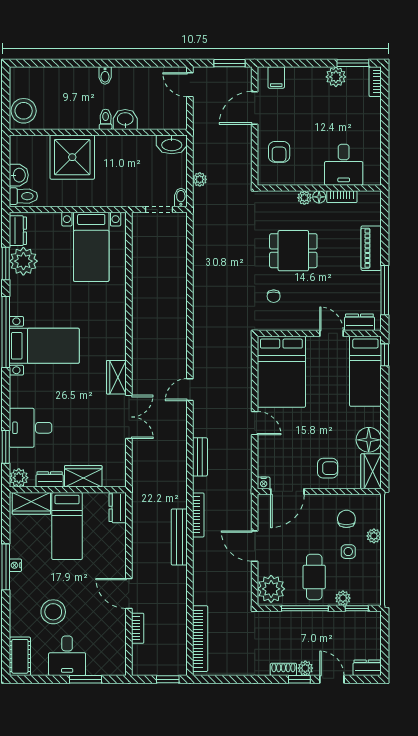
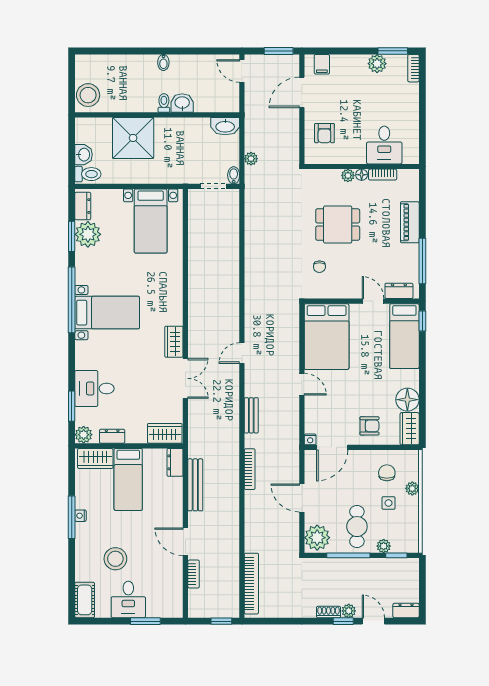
wardrobe: (83, 476) -> (165, 433), moved
bench: (179, 537) -> (195, 485), moved

